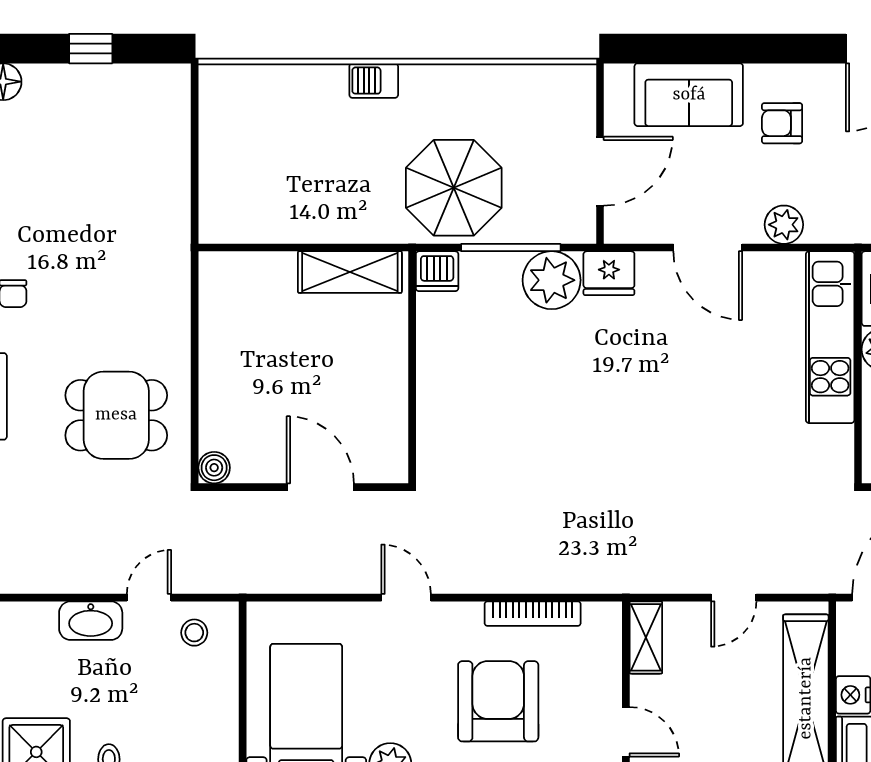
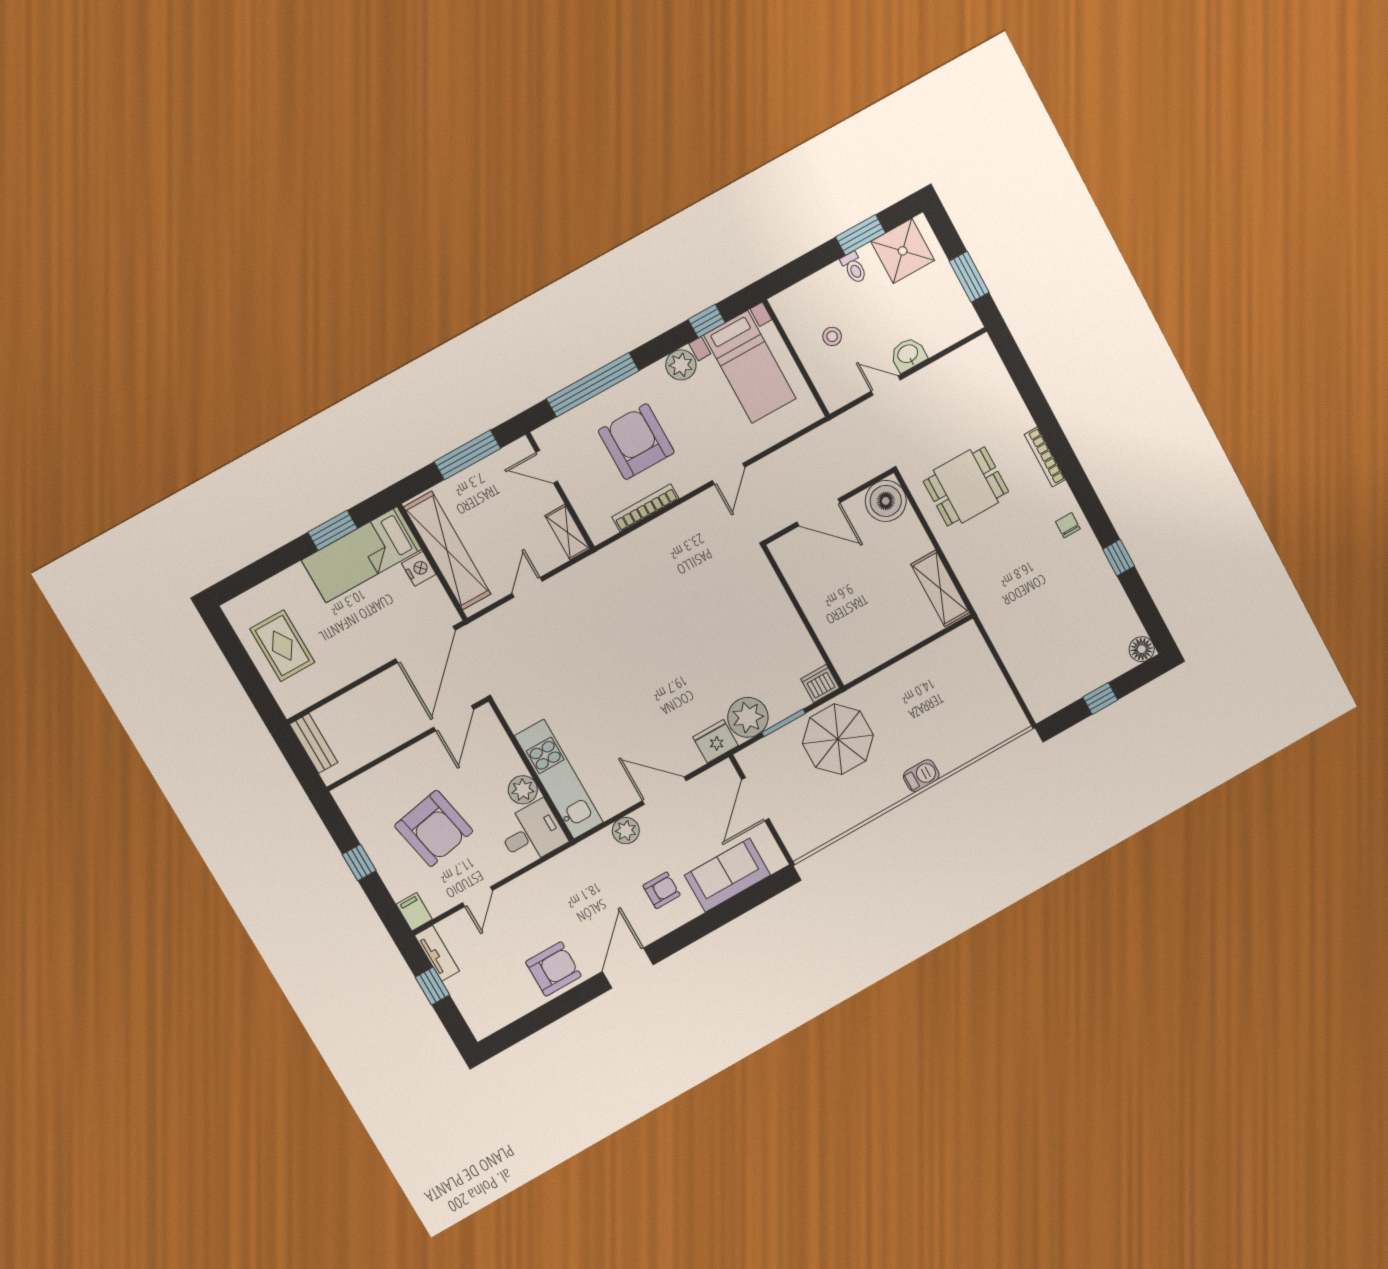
window: (511, 248) -> (783, 723), width x0.69
shelving: (350, 272) -> (940, 588), moved, turned 90
boiler: (214, 468) -> (886, 501), width x1.86, depth x1.86
door: (149, 598) -> (886, 386), swing flipped
door: (406, 598) -> (729, 474), hinge flipped
washbasin: (91, 621) -> (908, 354), width x0.72
stool: (194, 633) -> (832, 336), moved
armchair: (498, 701) -> (636, 442), turned 180

